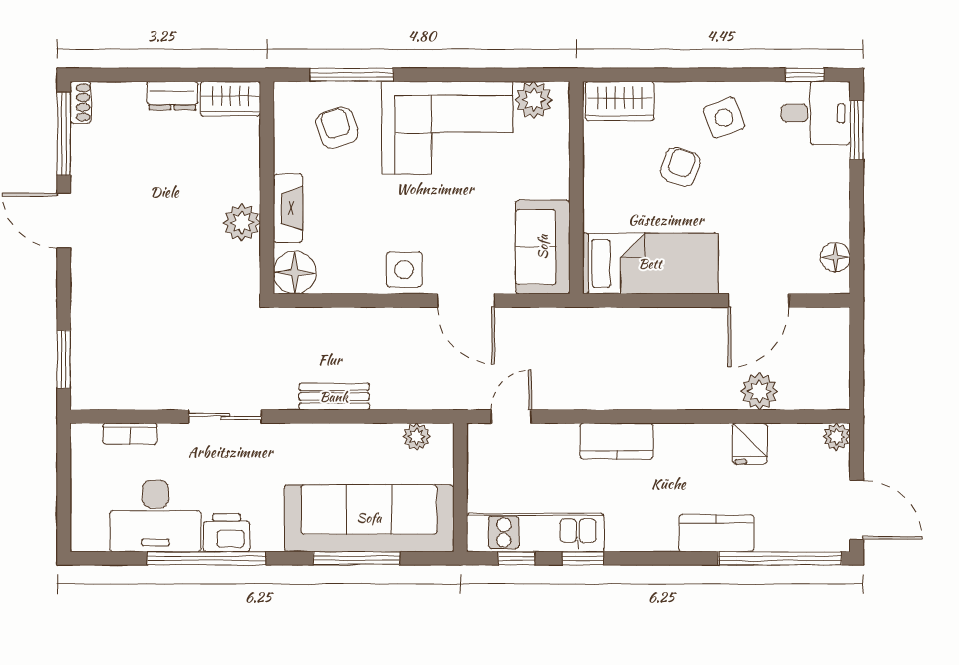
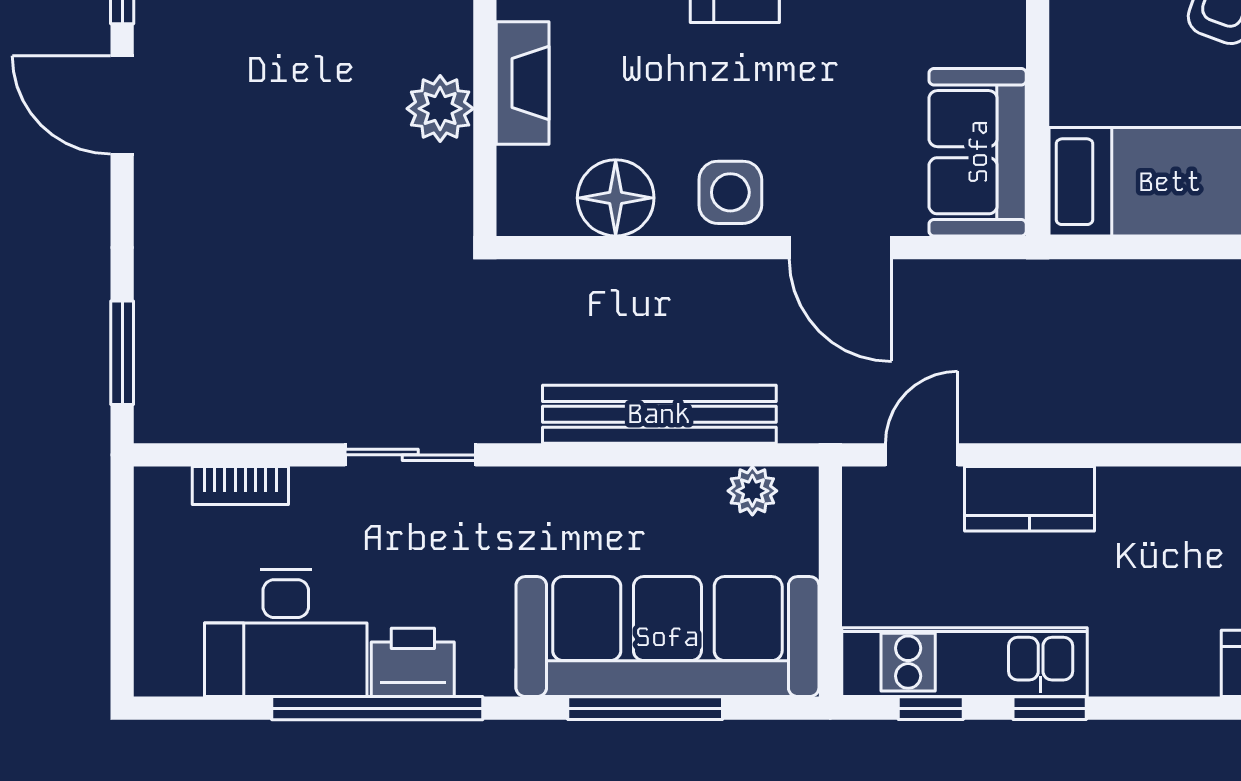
floor lamp: (295, 273) -> (616, 198), moved
bench: (334, 397) -> (659, 414), width x1.86, depth x1.21
kitchen counter: (616, 441) -> (1030, 499), moved

